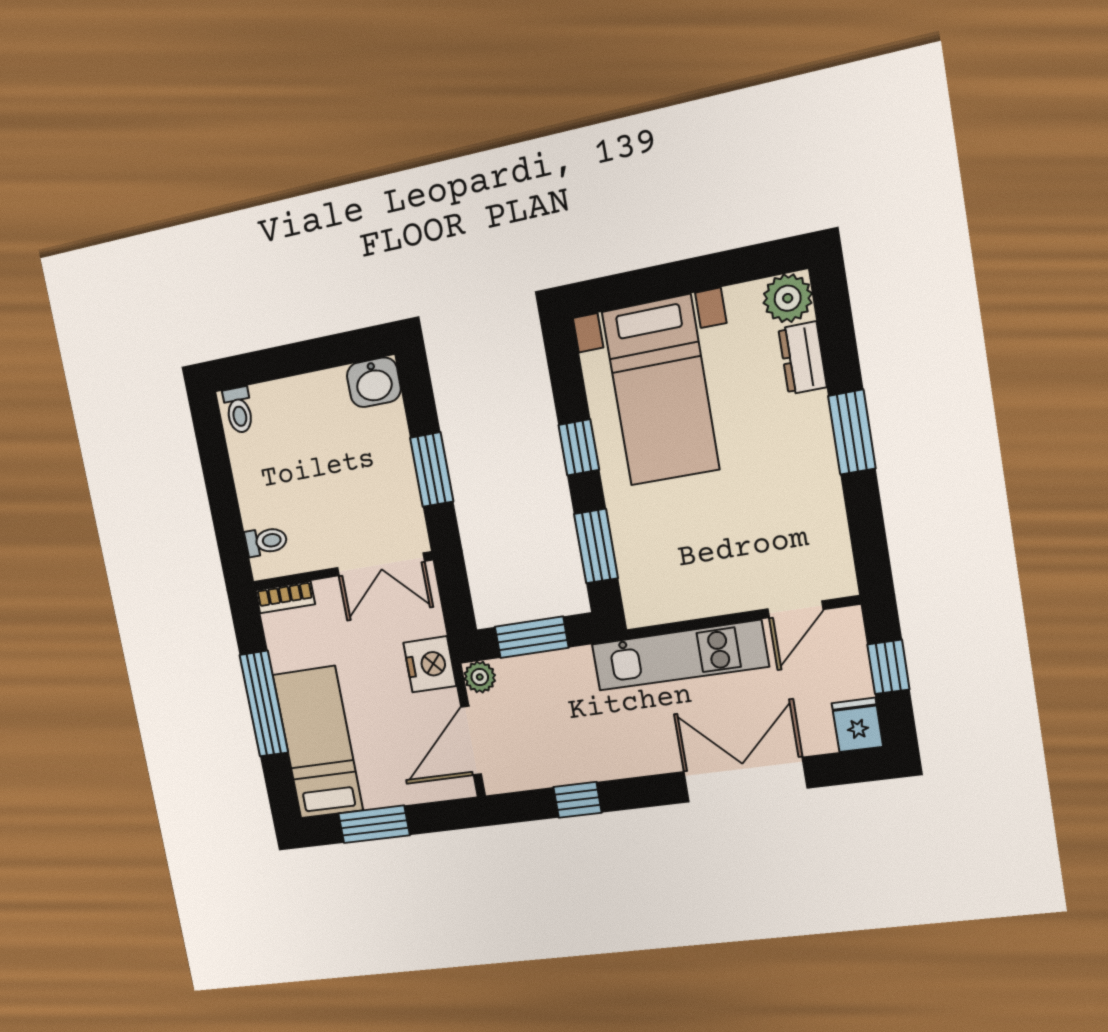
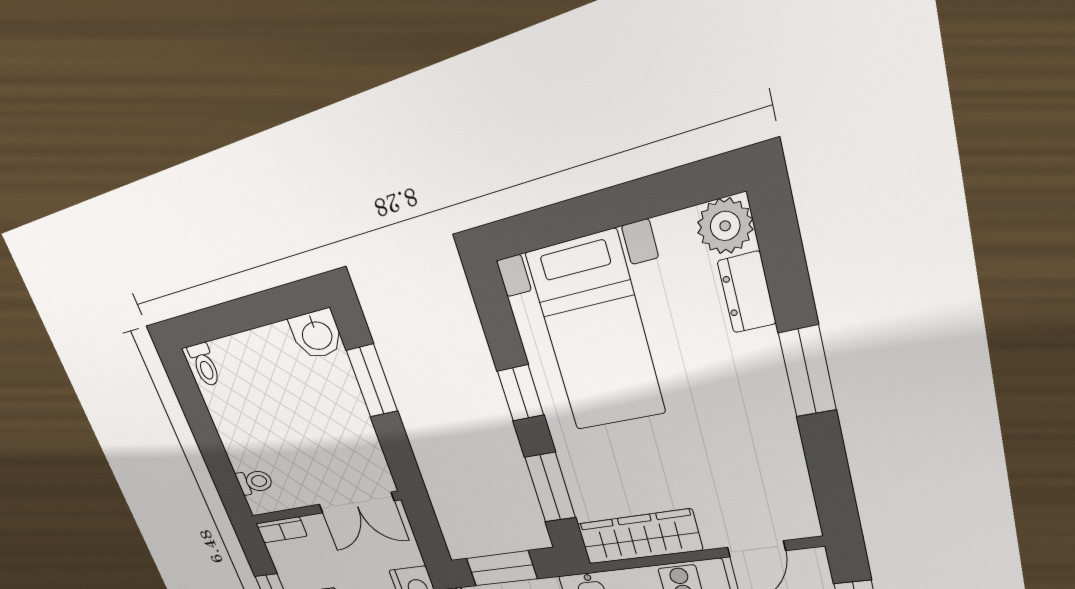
window: (432, 470) -> (372, 381), moved
wardrobe: (681, 599) -> (639, 537), added

